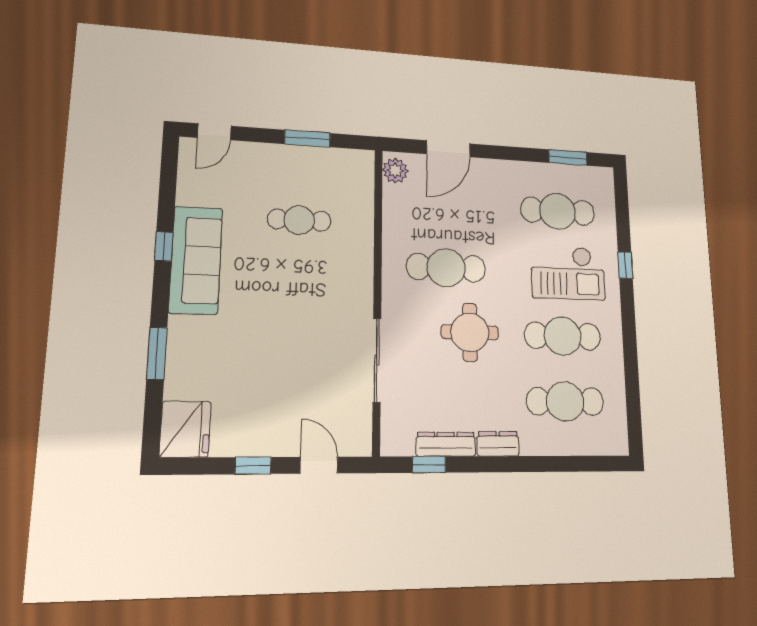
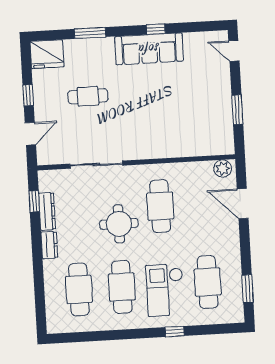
cafe table: (299, 220) -> (88, 96), moved, turned 90

